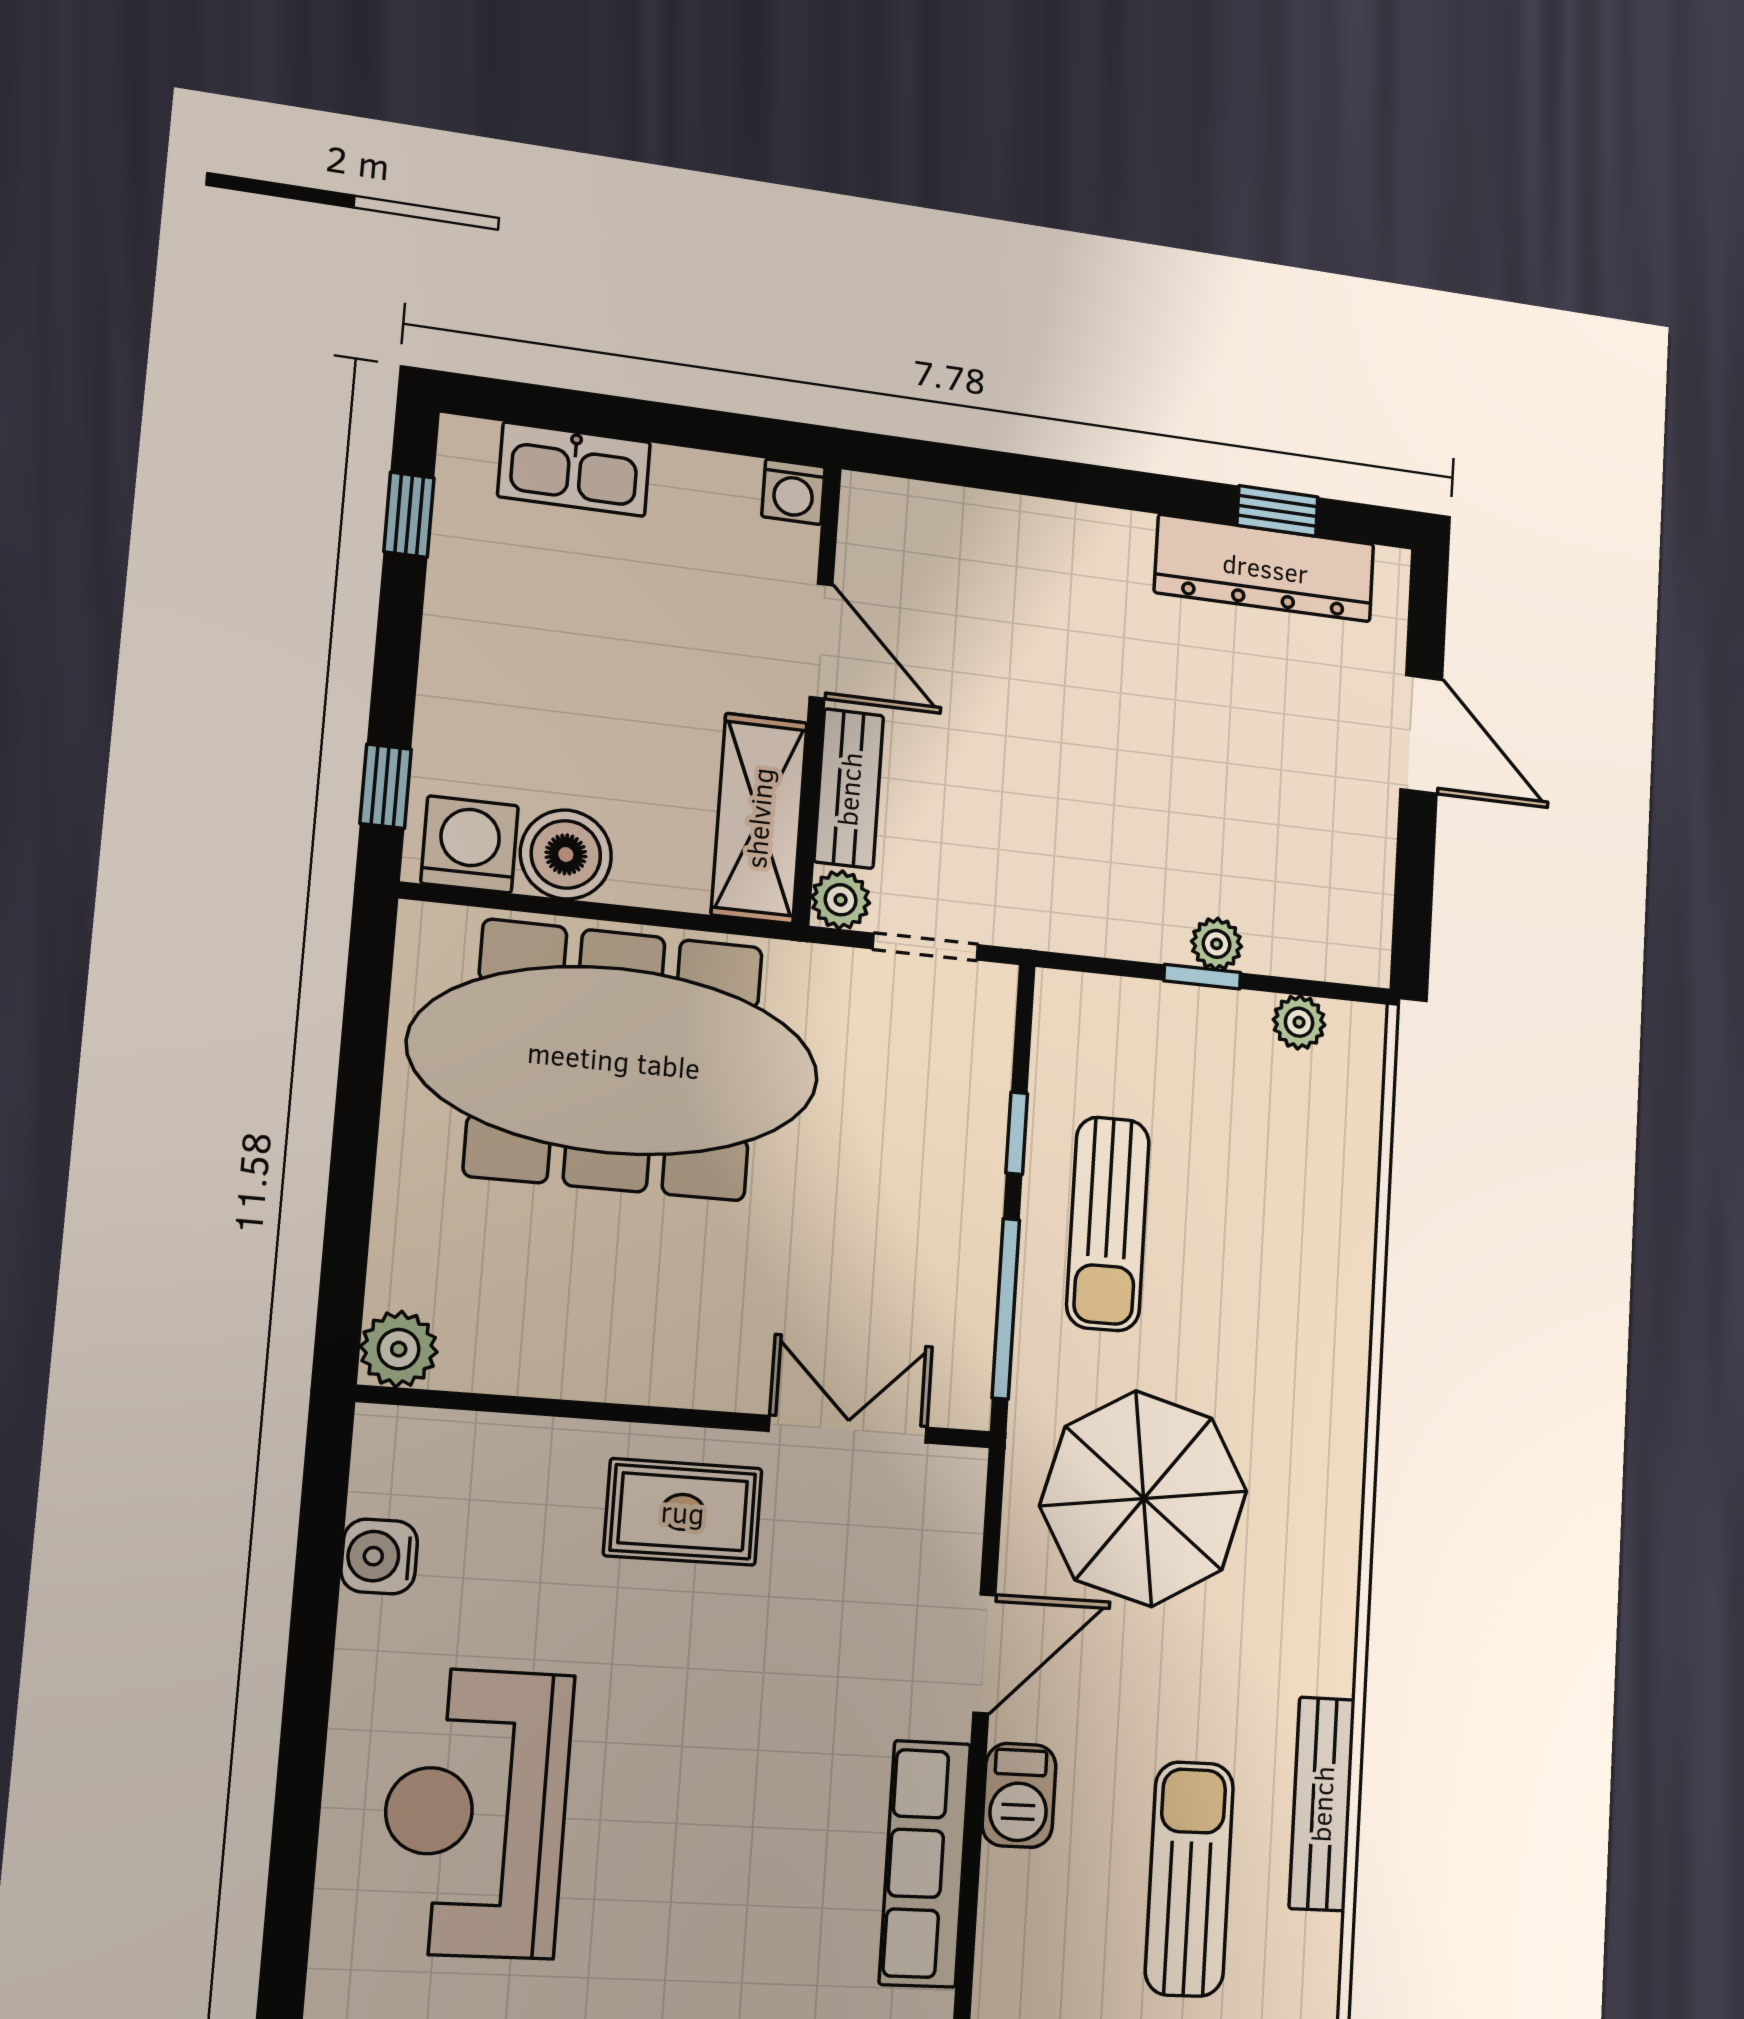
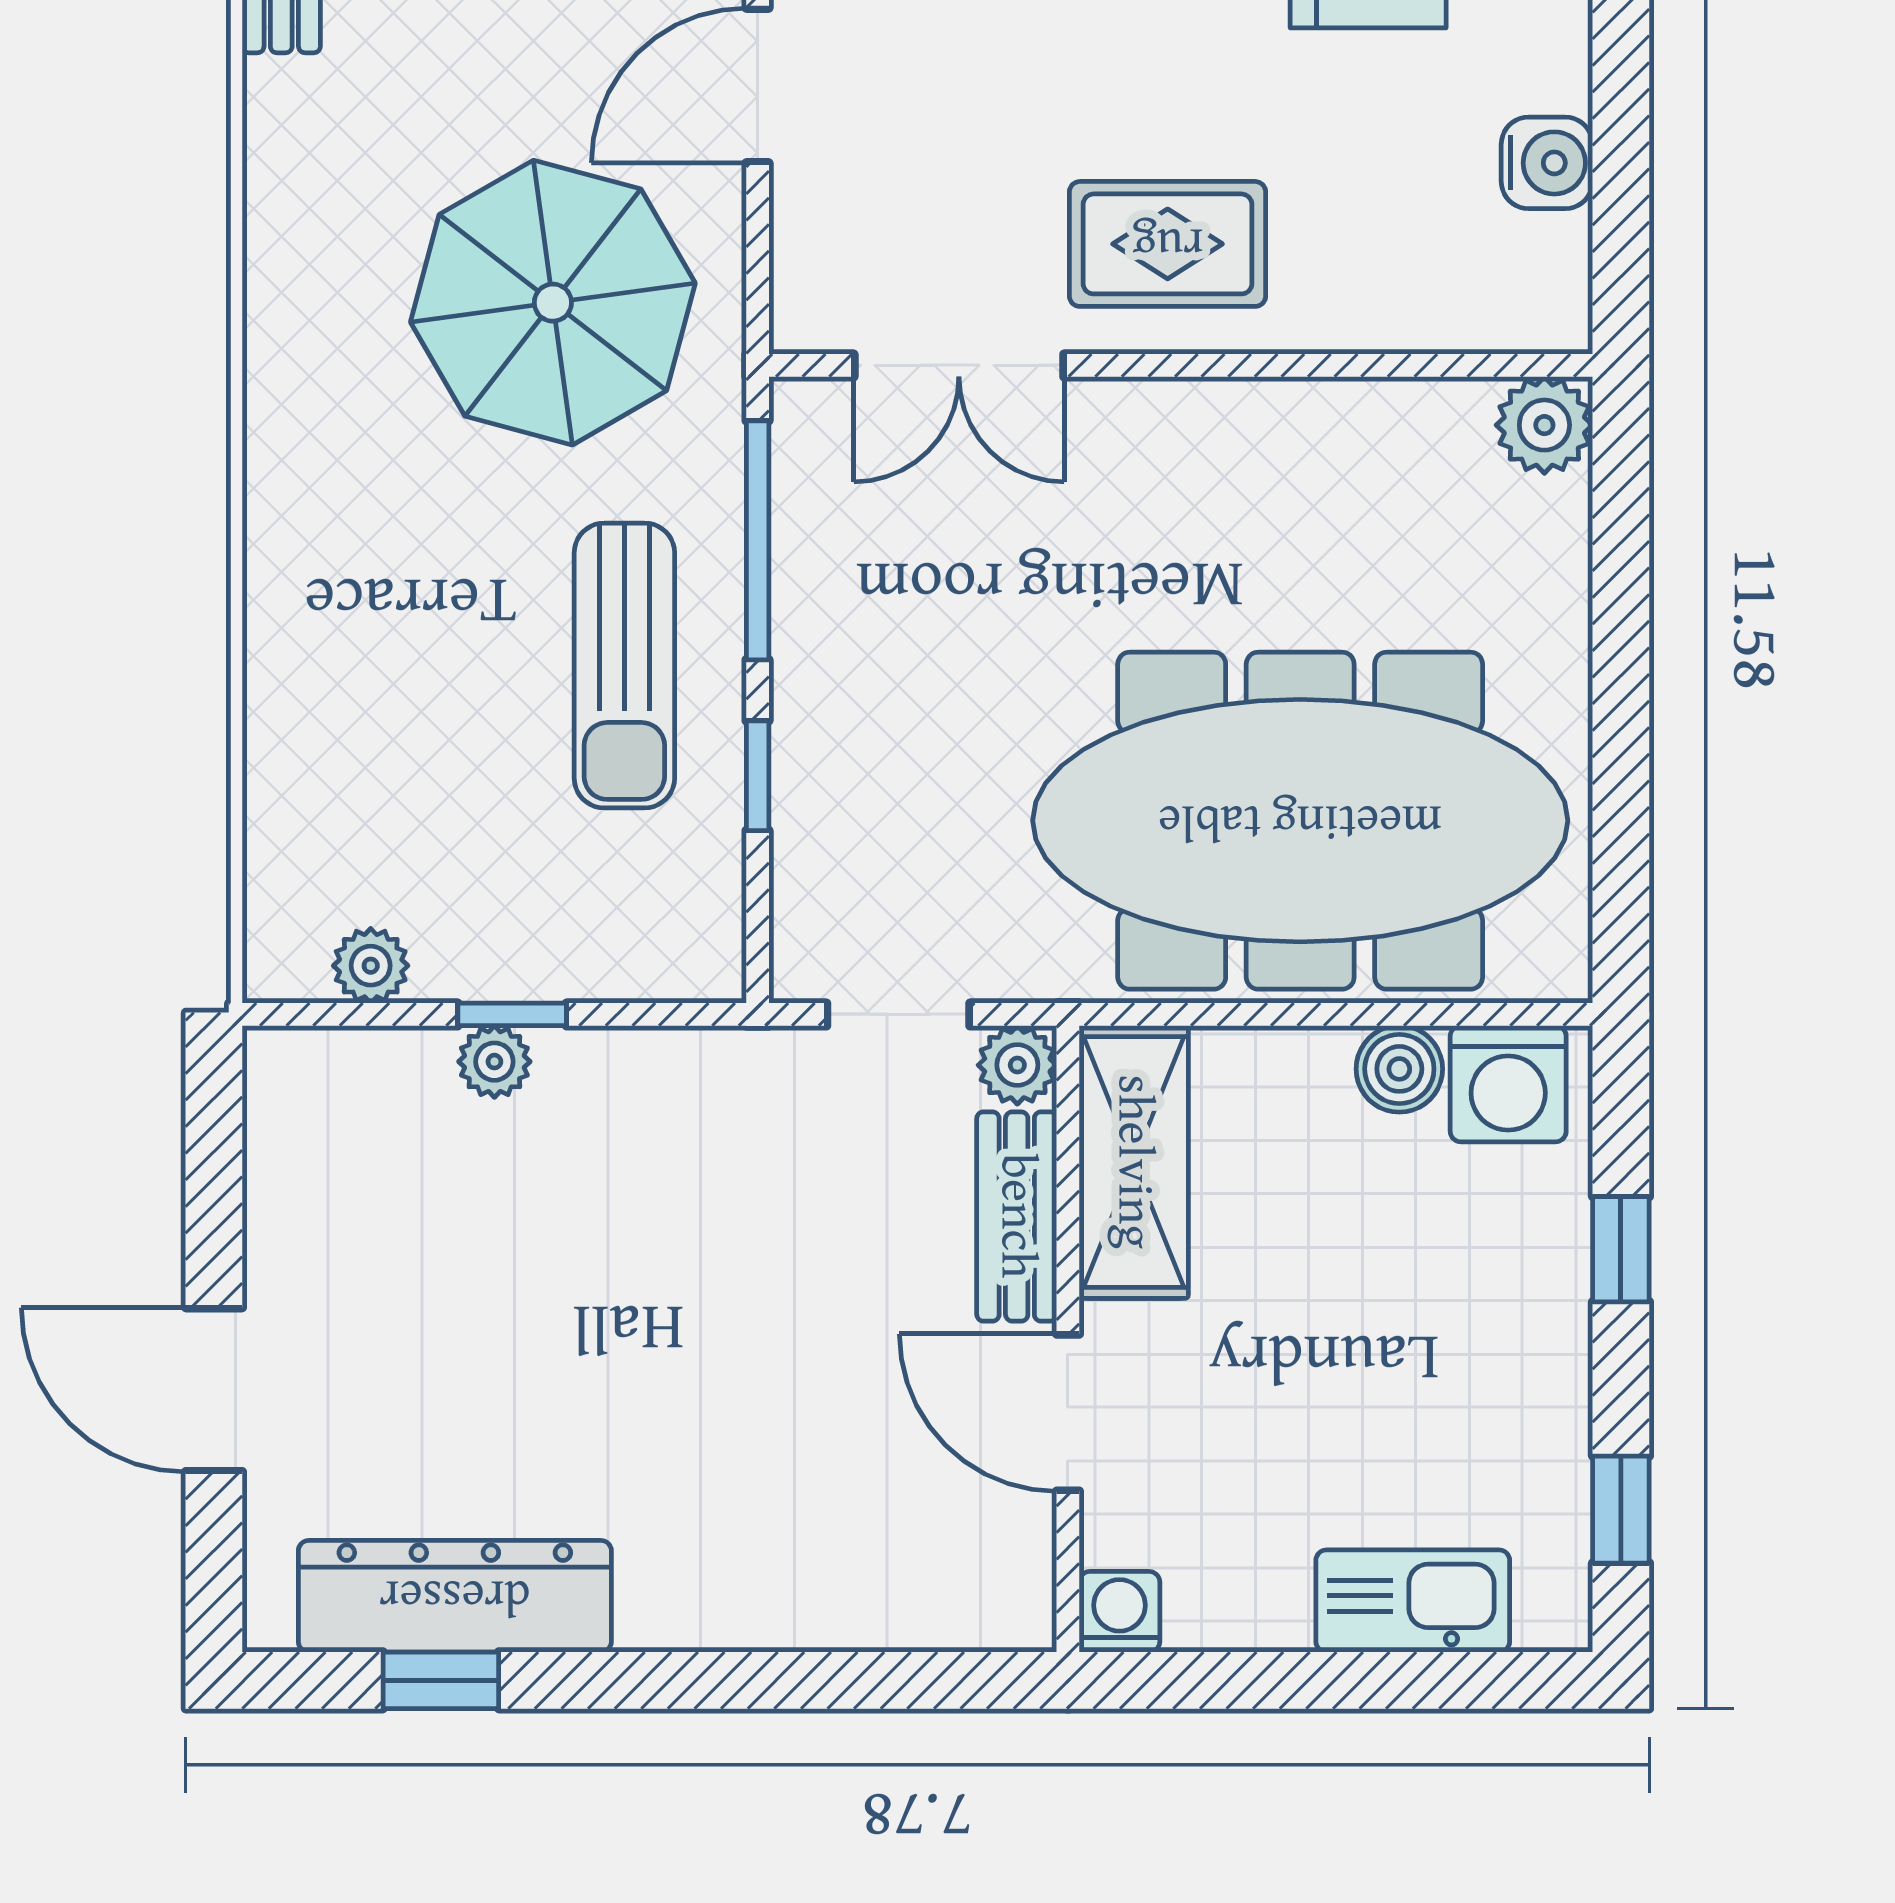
window: (386, 786) -> (1621, 1249), moved
boiler: (566, 854) -> (1399, 1069), width x0.73, depth x0.73
sun lounger: (1108, 1224) -> (624, 666), turned 180

